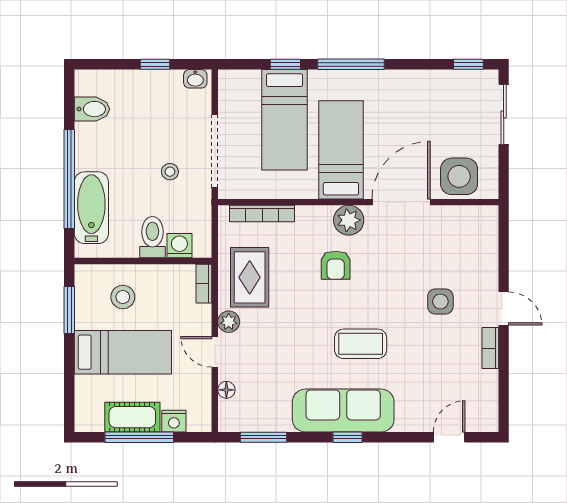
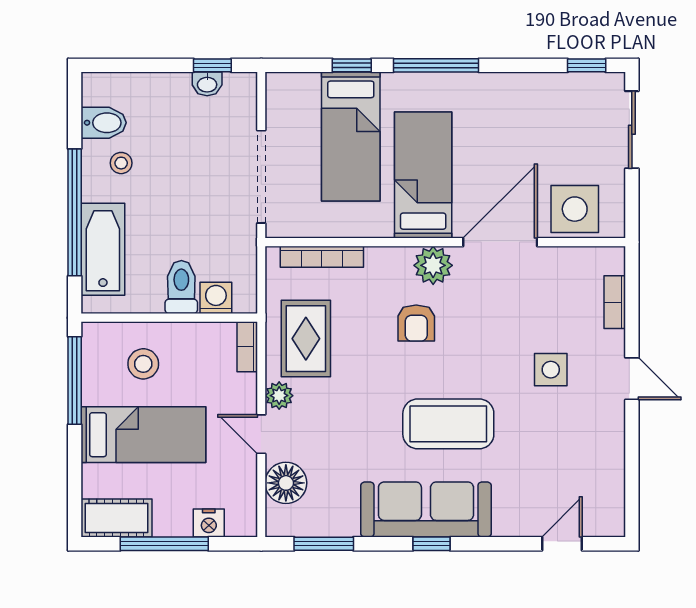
window: (155, 64) -> (212, 65), moved
washbasin: (195, 79) -> (207, 84), moved
stool: (170, 172) -> (121, 163), moved
window: (69, 310) -> (75, 381), width x1.44
coffee table: (361, 344) -> (448, 424), width x1.36, depth x1.32
bookcase: (490, 348) -> (615, 302), moved
floor lamp: (226, 390) -> (286, 483), width x1.89, depth x1.89
cot: (132, 417) -> (116, 518), moved

